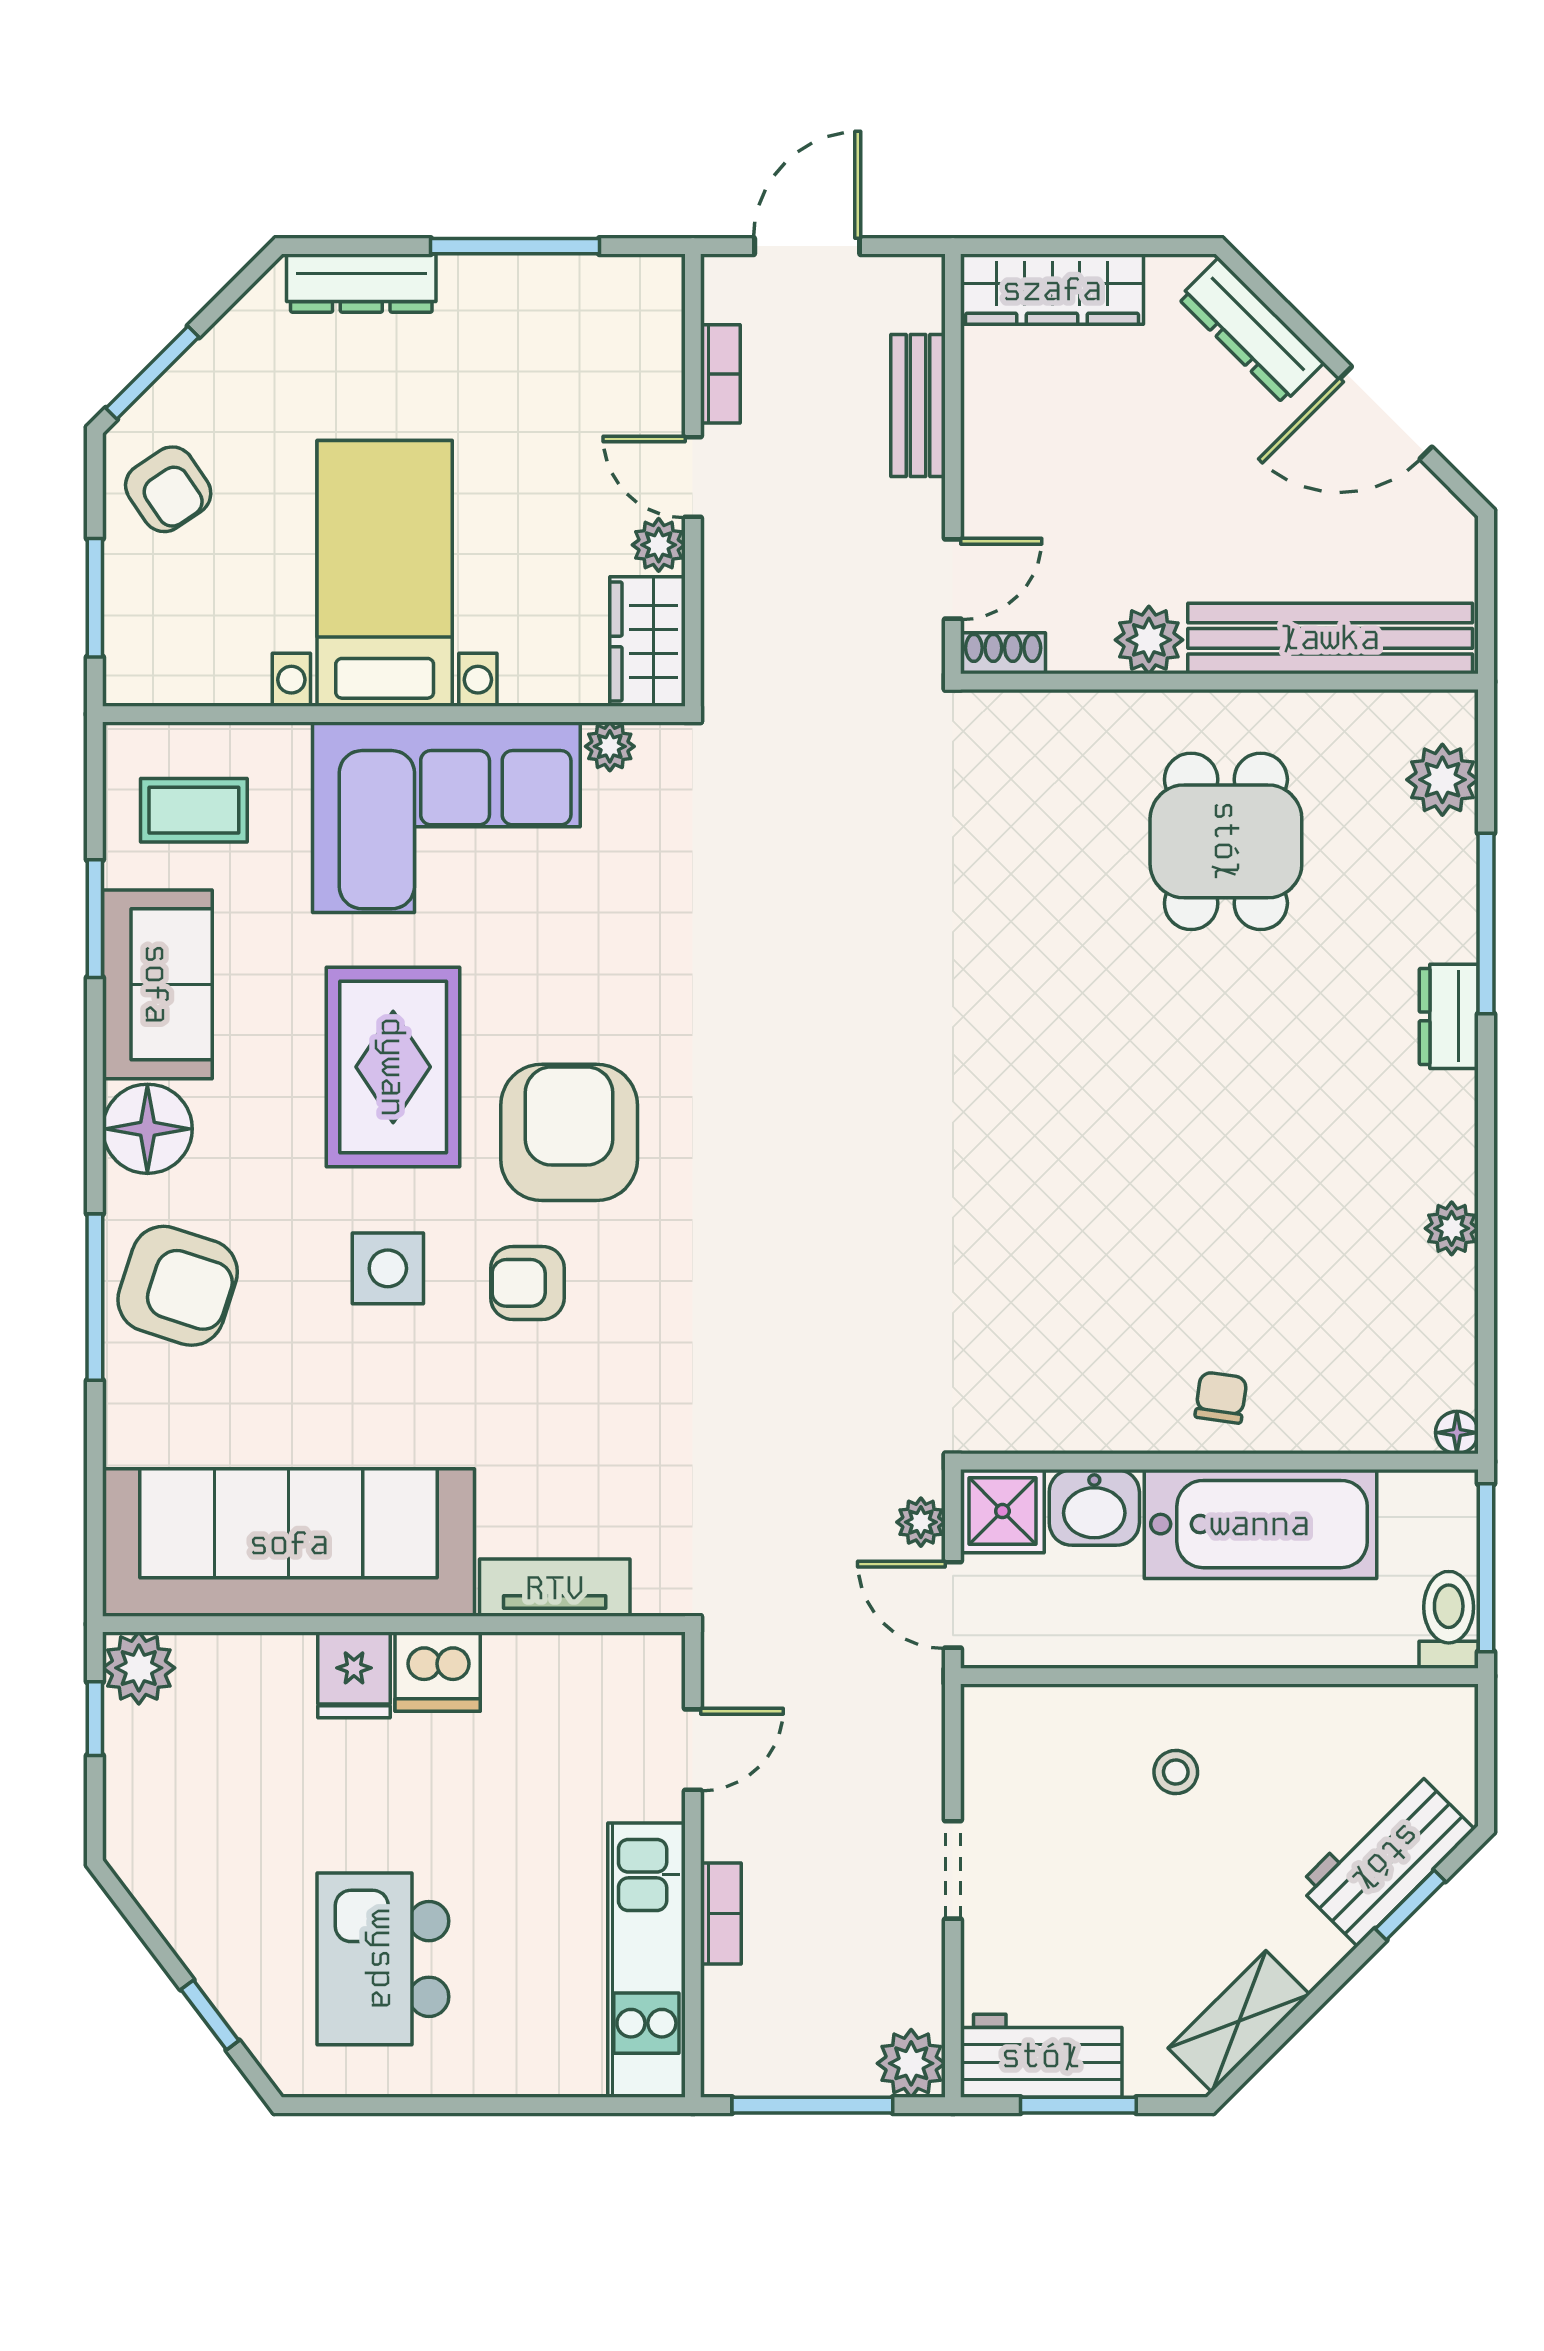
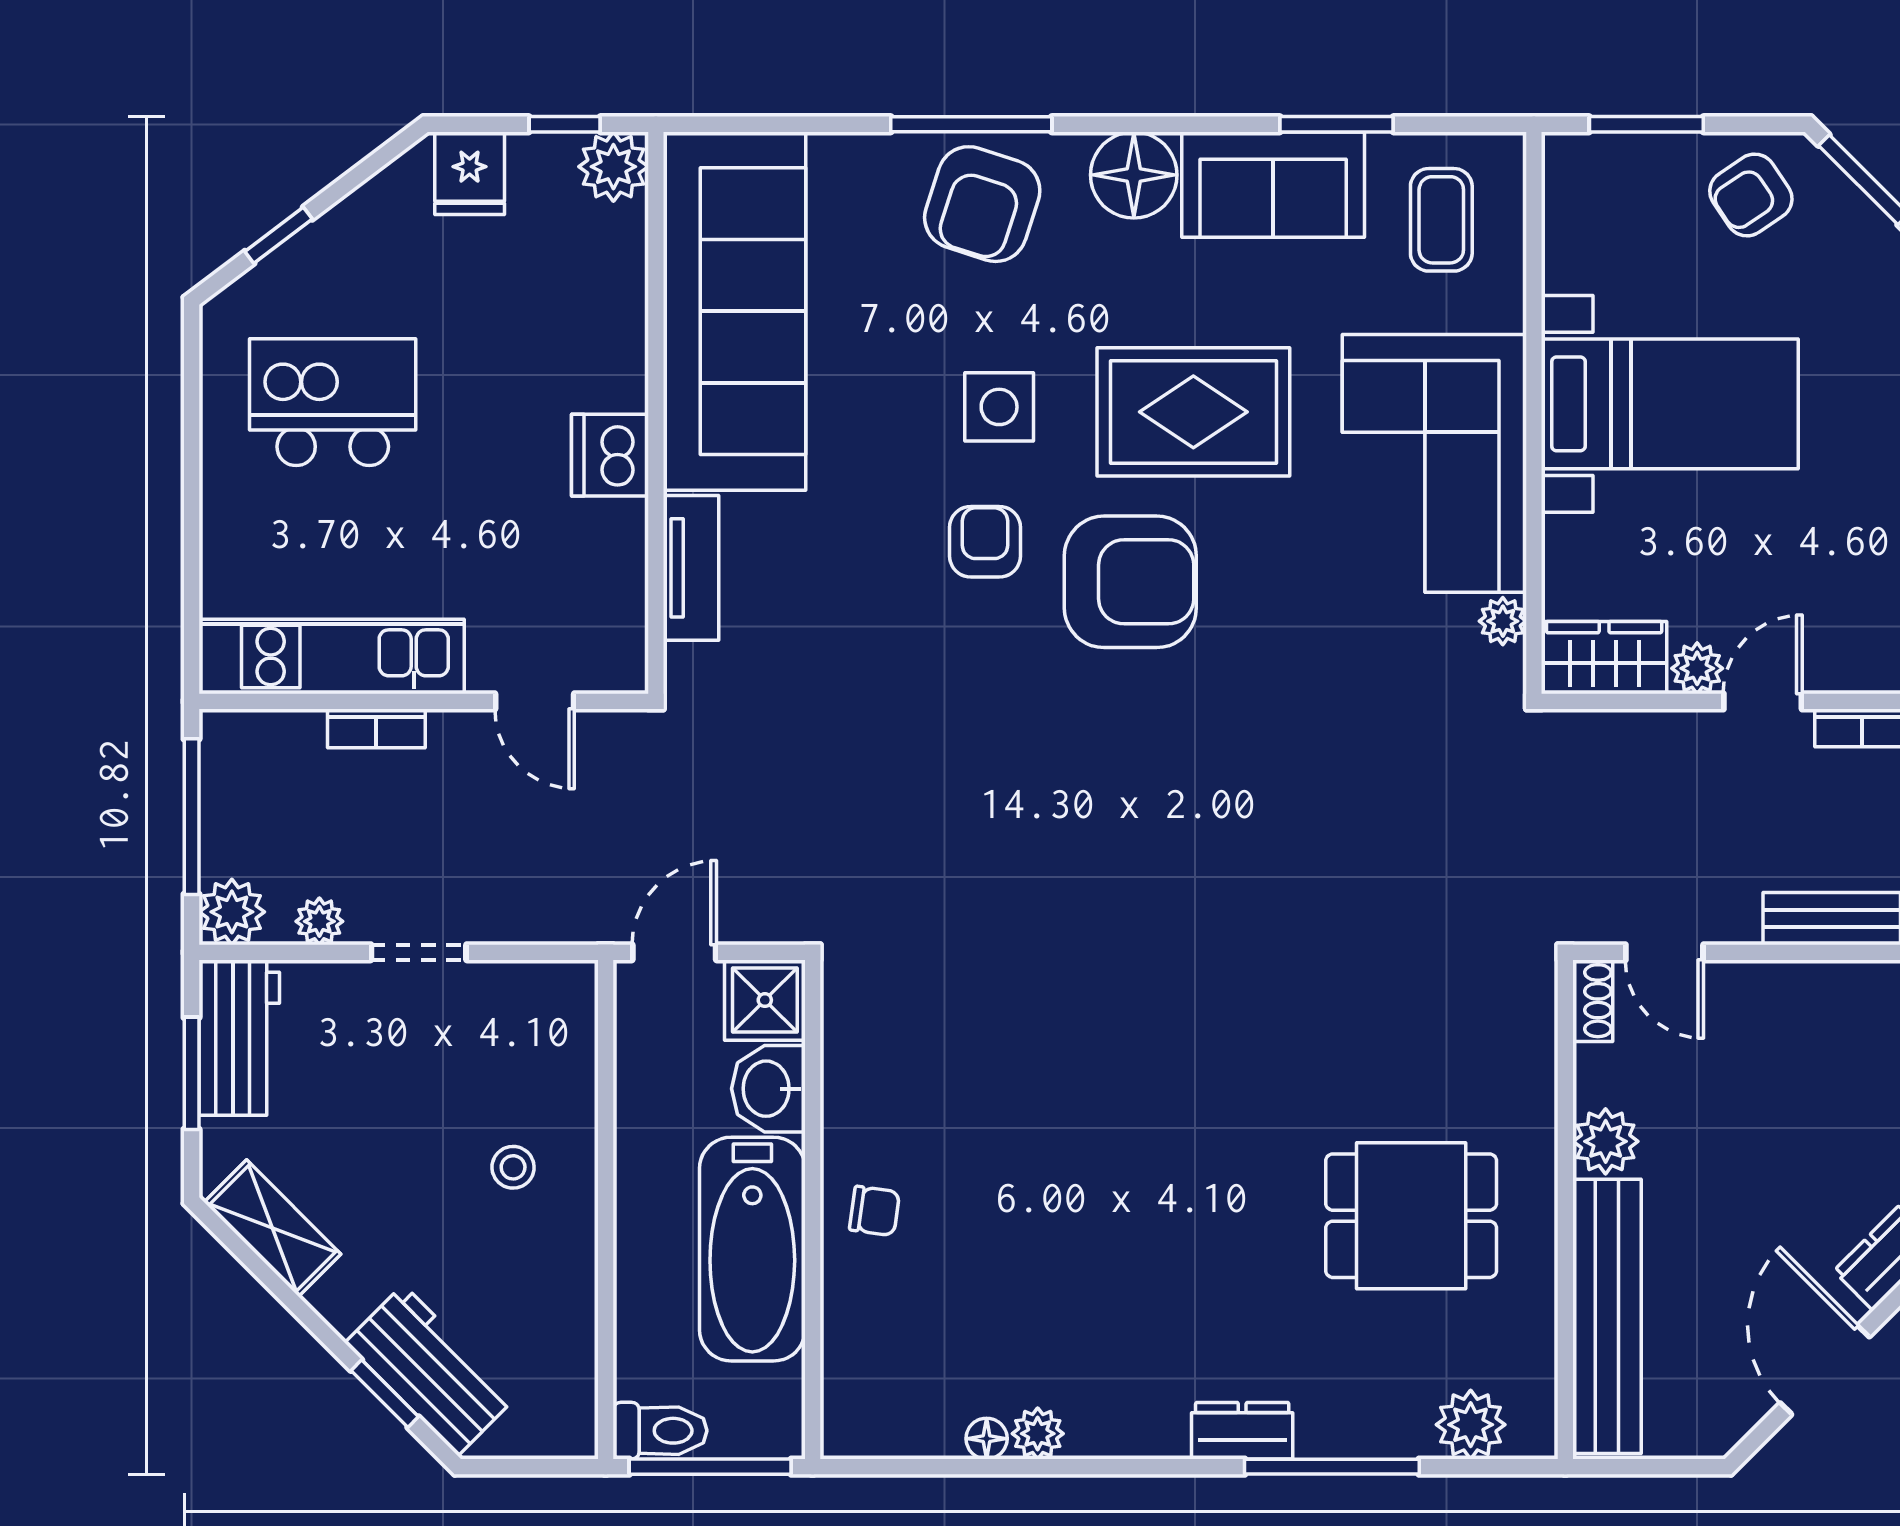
floor lamp: (1457, 1433) -> (987, 1439), moved
plant: (921, 1522) -> (319, 921), moved
fridge: (354, 1675) -> (470, 173), moved, turned -90

